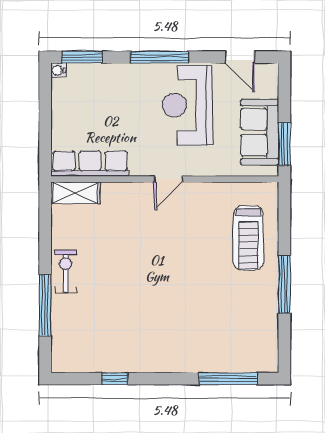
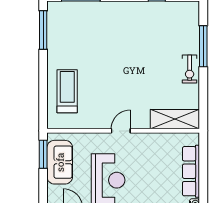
row of seats: (90, 164) -> (191, 171), moved, turned 90
shelving: (75, 193) -> (175, 119), width x1.50, depth x1.33
window: (284, 284) -> (43, 30), moved

